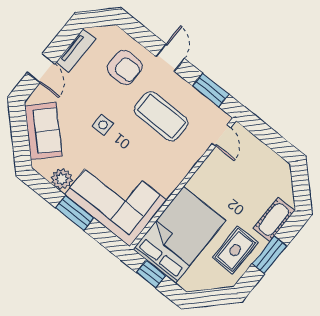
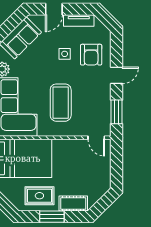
coffee table: (161, 116) -> (61, 103), moved
side table: (103, 125) -> (65, 54), moved
door: (221, 135) -> (96, 138), hinge flipped

